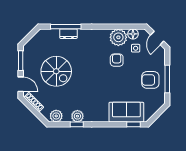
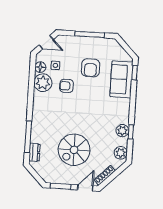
dresser: (68, 34) -> (34, 152), moved
spiral stairs: (56, 71) -> (74, 150), turned 180
armchair: (150, 80) -> (90, 68), moved

